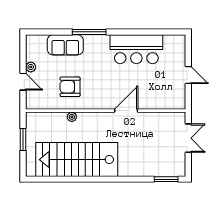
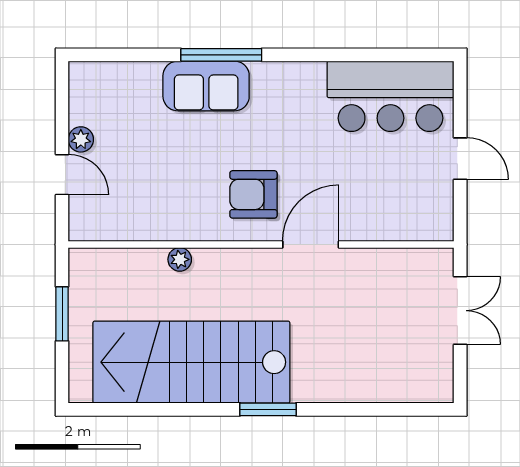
sofa: (65, 45) -> (206, 86), moved
bar counter: (136, 49) -> (390, 96), moved
armchair: (70, 87) -> (253, 194), moved
window: (166, 179) -> (268, 409), moved

